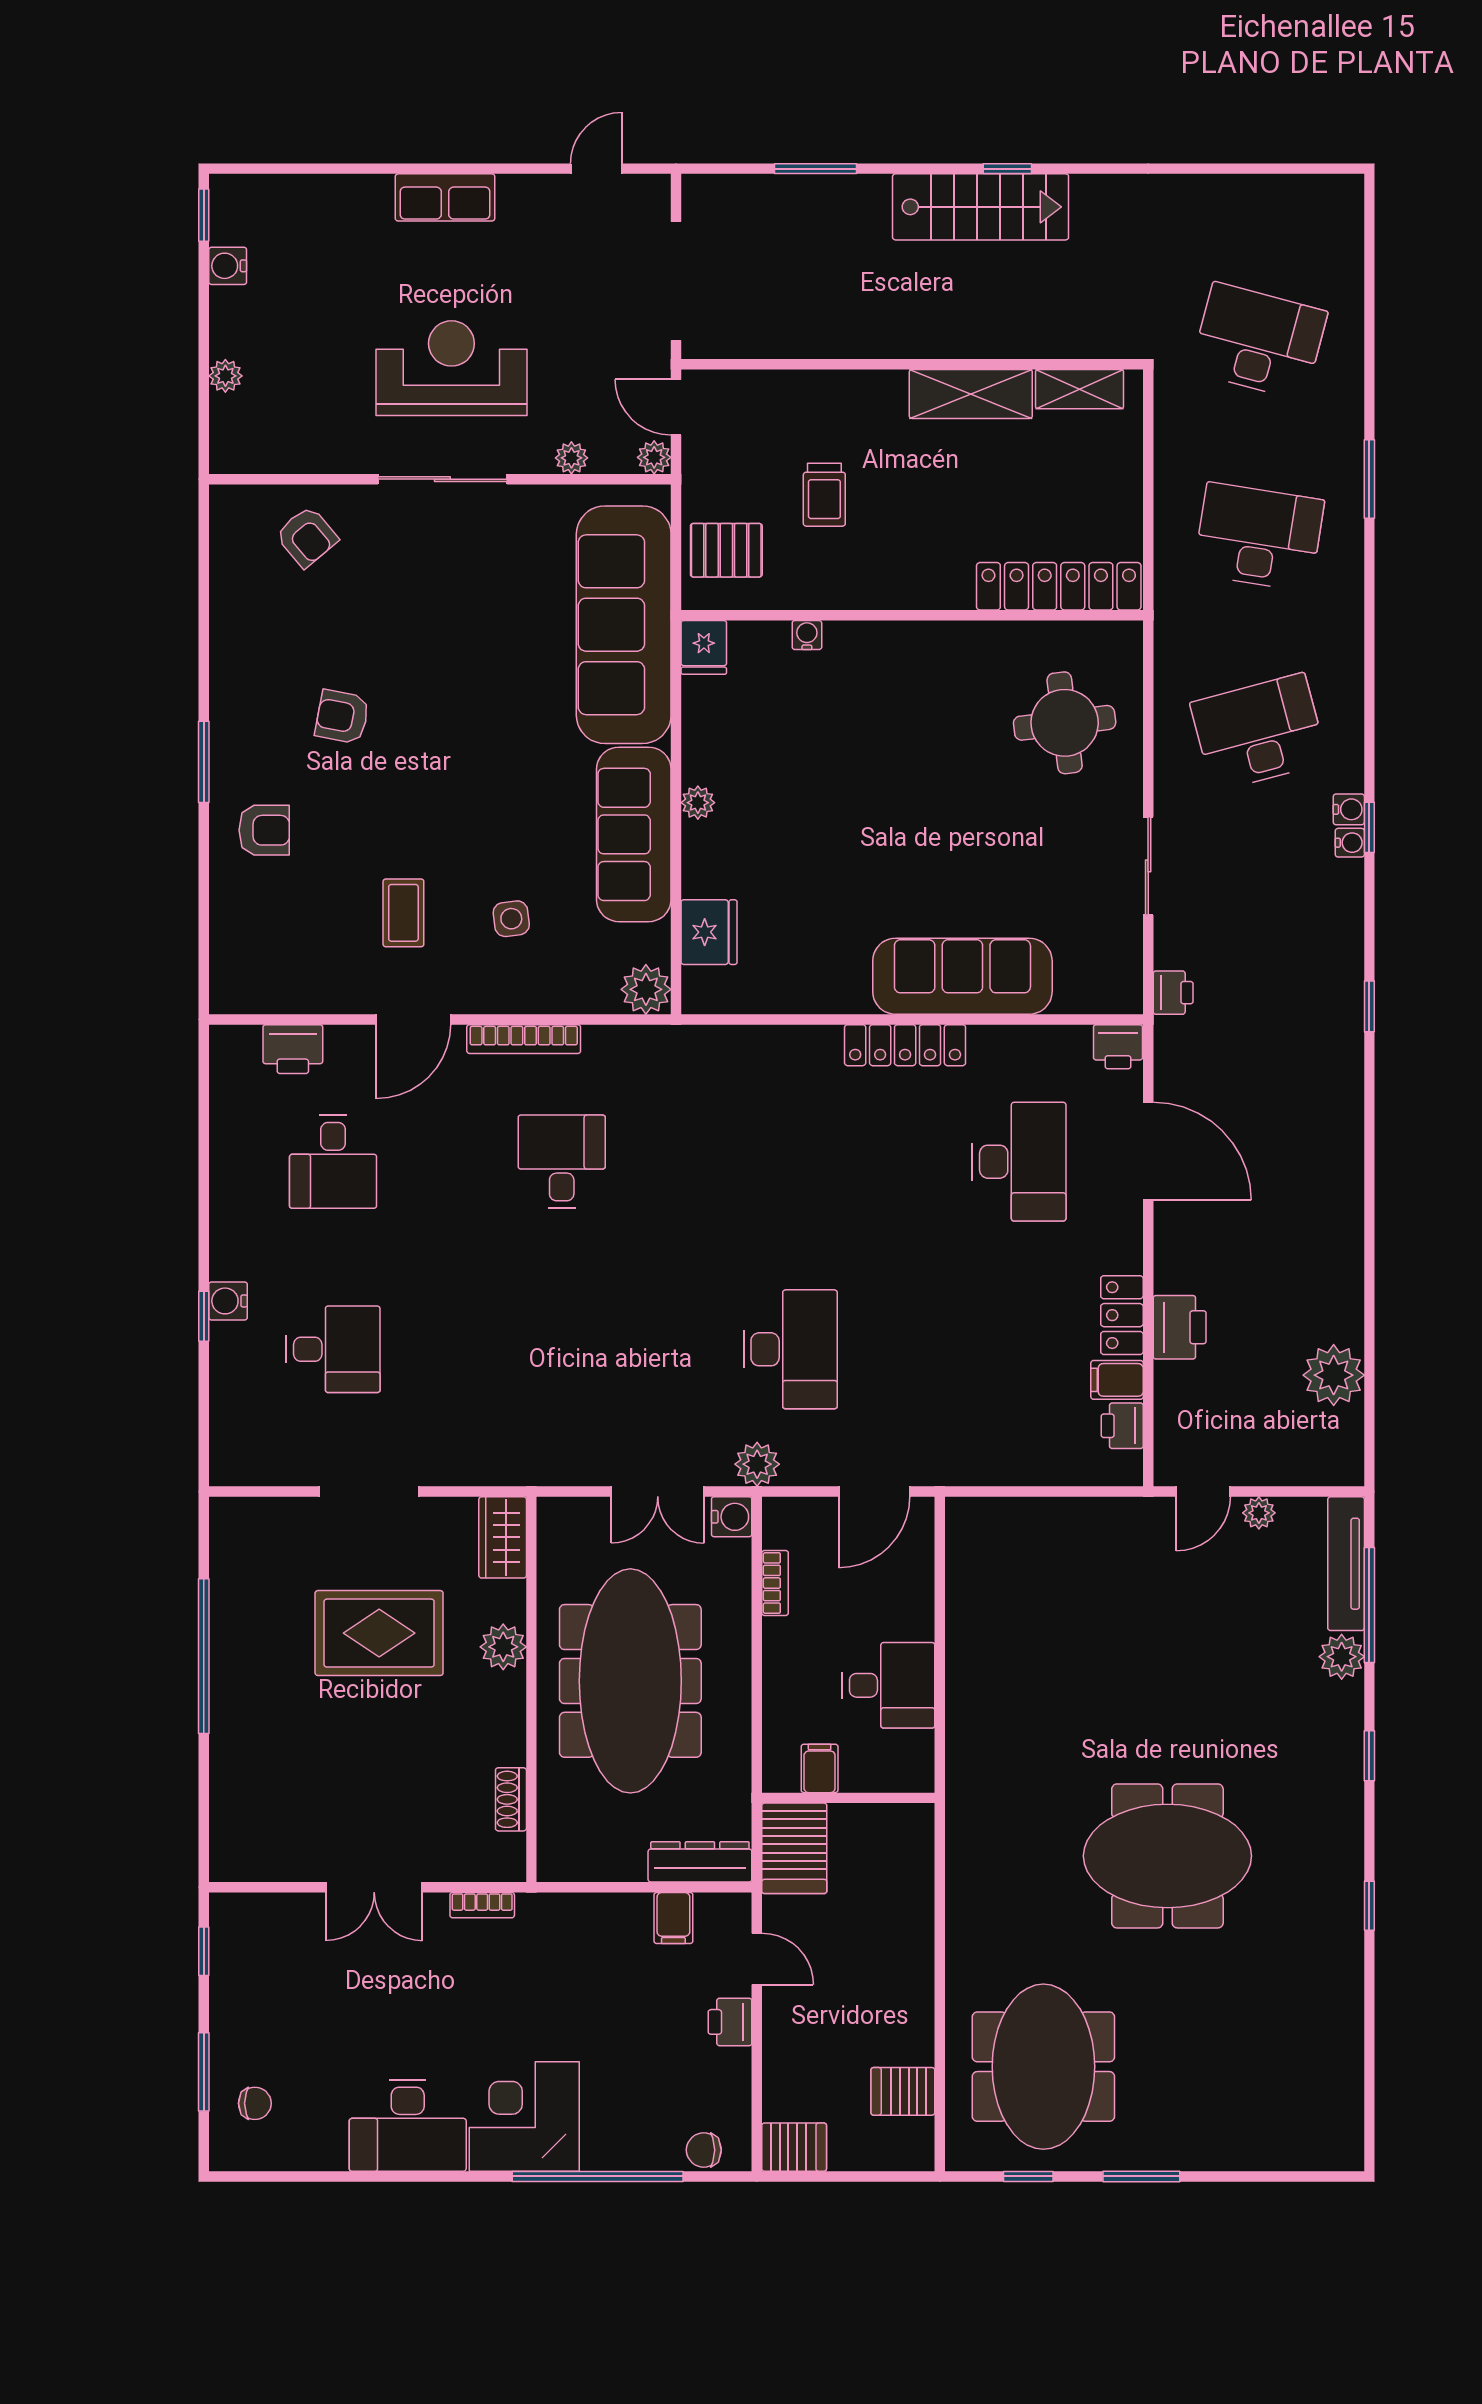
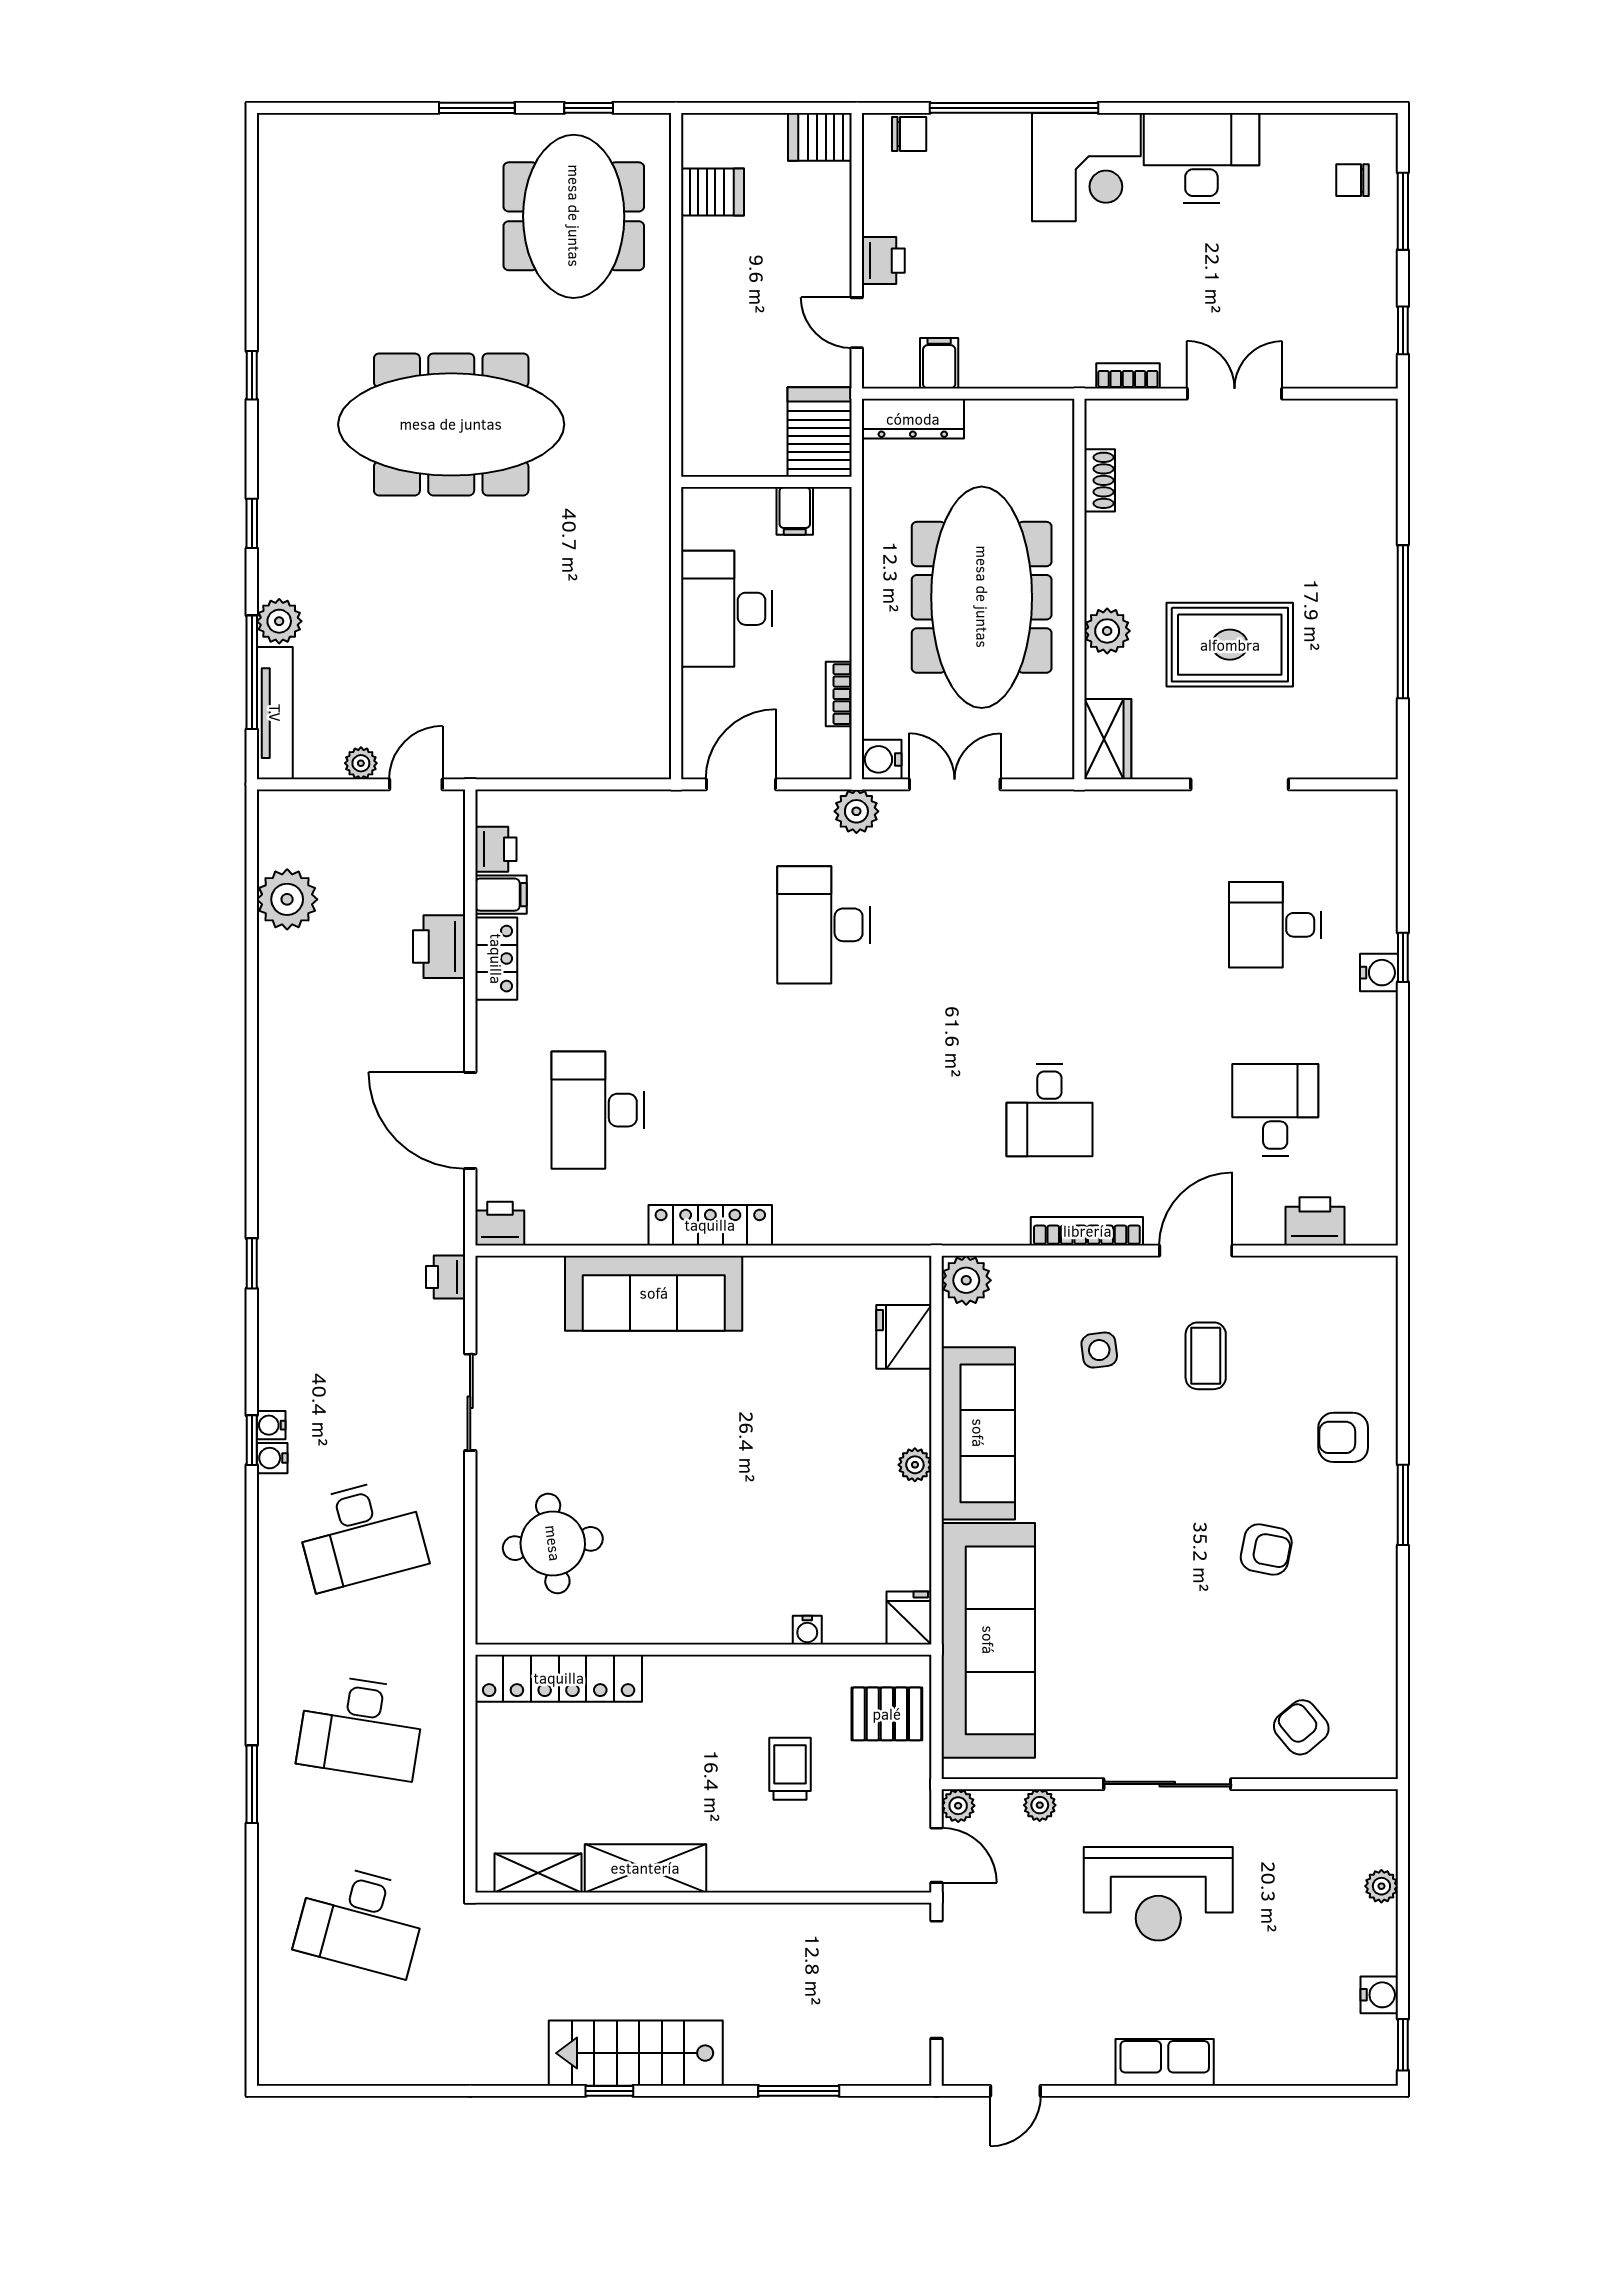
desk: (888, 1685) -> (727, 609), width x1.37
meeting table: (1167, 1856) -> (451, 424), width x1.36

